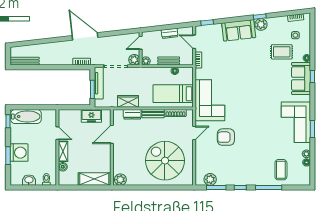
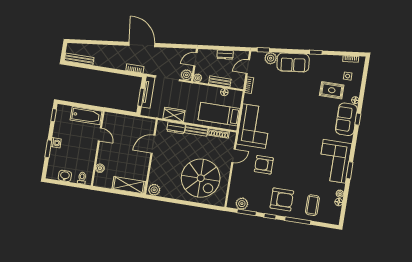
plant: (261, 24) -> (271, 58), moved
door: (194, 42) -> (248, 67), hinge flipped
freezer: (91, 116) -> (136, 123), removed
bathtub: (26, 117) -> (86, 116), moved
shelving: (63, 151) -> (103, 153), removed
washing machine: (19, 153) -> (56, 143), width x0.53, depth x0.53
spiral stairs: (165, 161) -> (201, 178), turned 180
armchair: (249, 169) -> (282, 199), added

